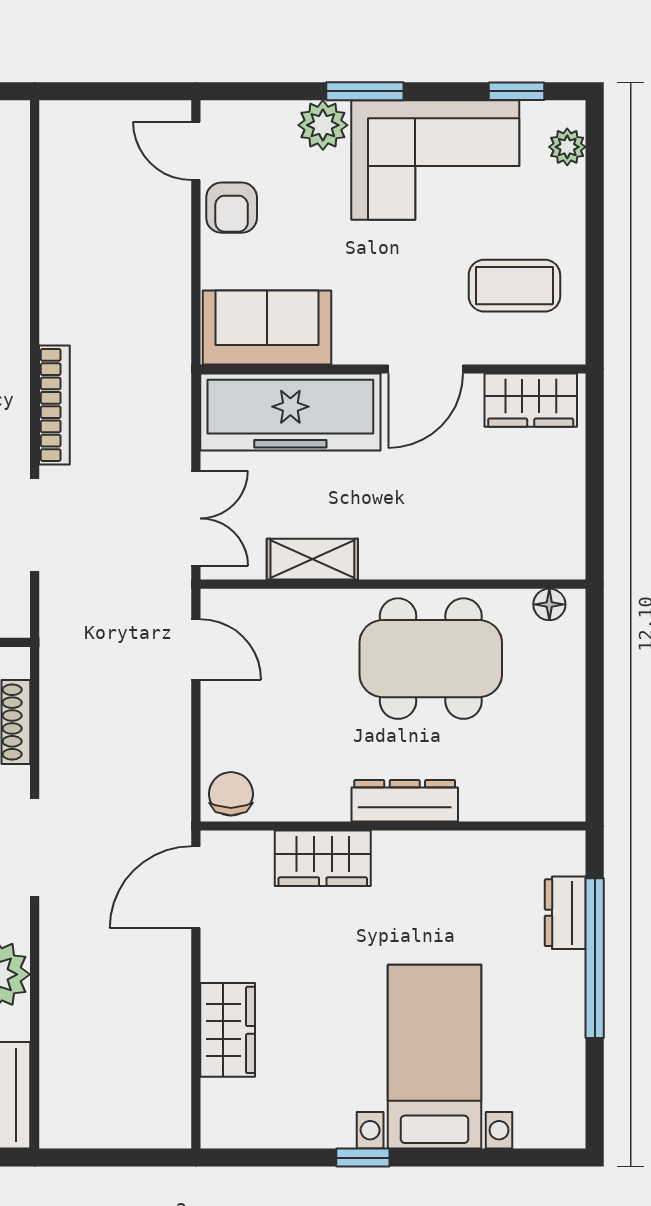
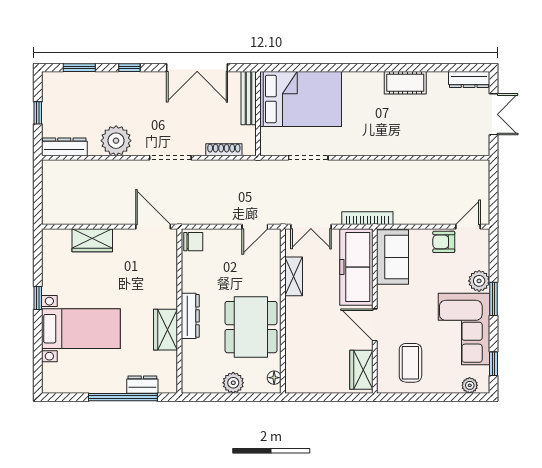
bookcase: (54, 405) -> (367, 218), moved, turned 180
plant: (561, 700) -> (233, 383), added
wardrobe: (323, 858) -> (166, 330), moved

